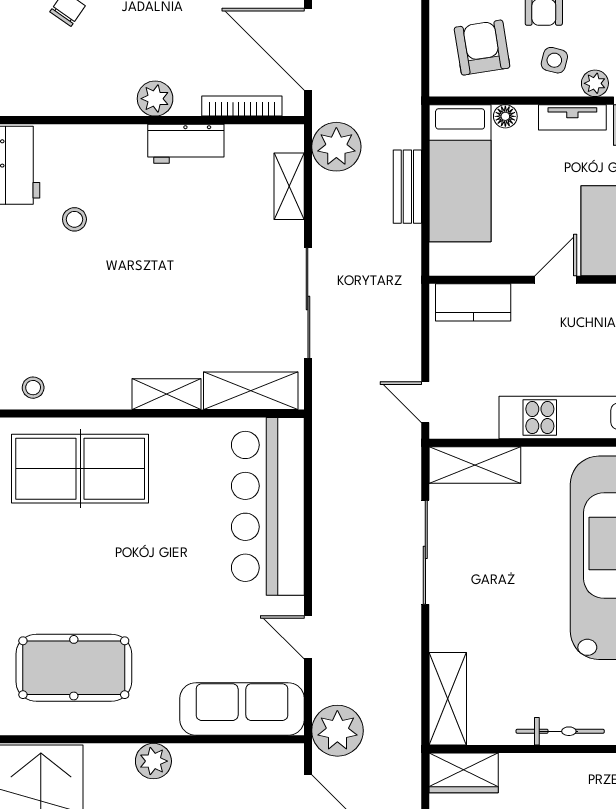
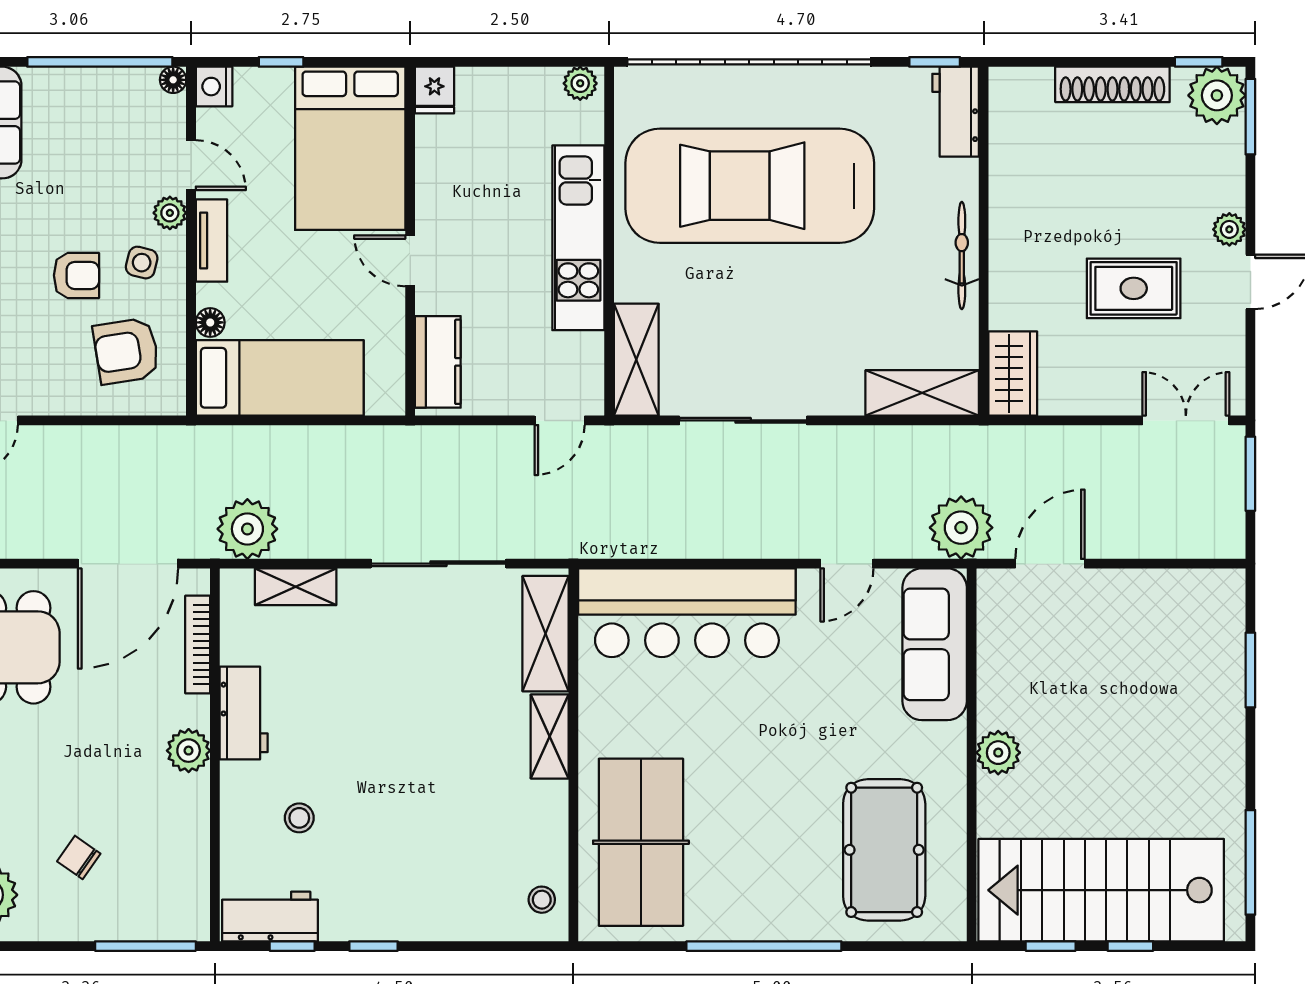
bench: (407, 187) -> (296, 442), removed
stool: (74, 219) -> (299, 818), moved

